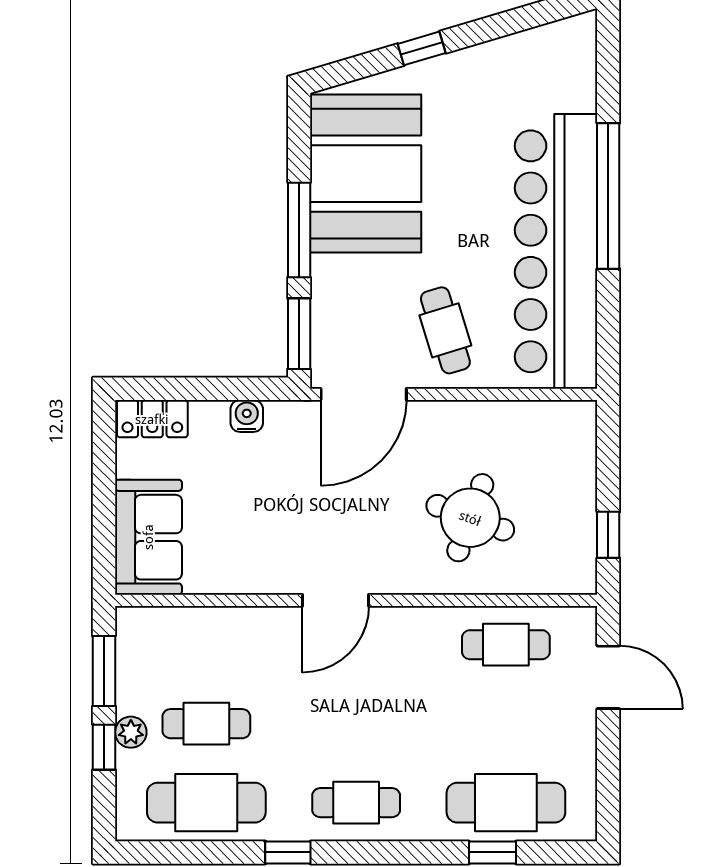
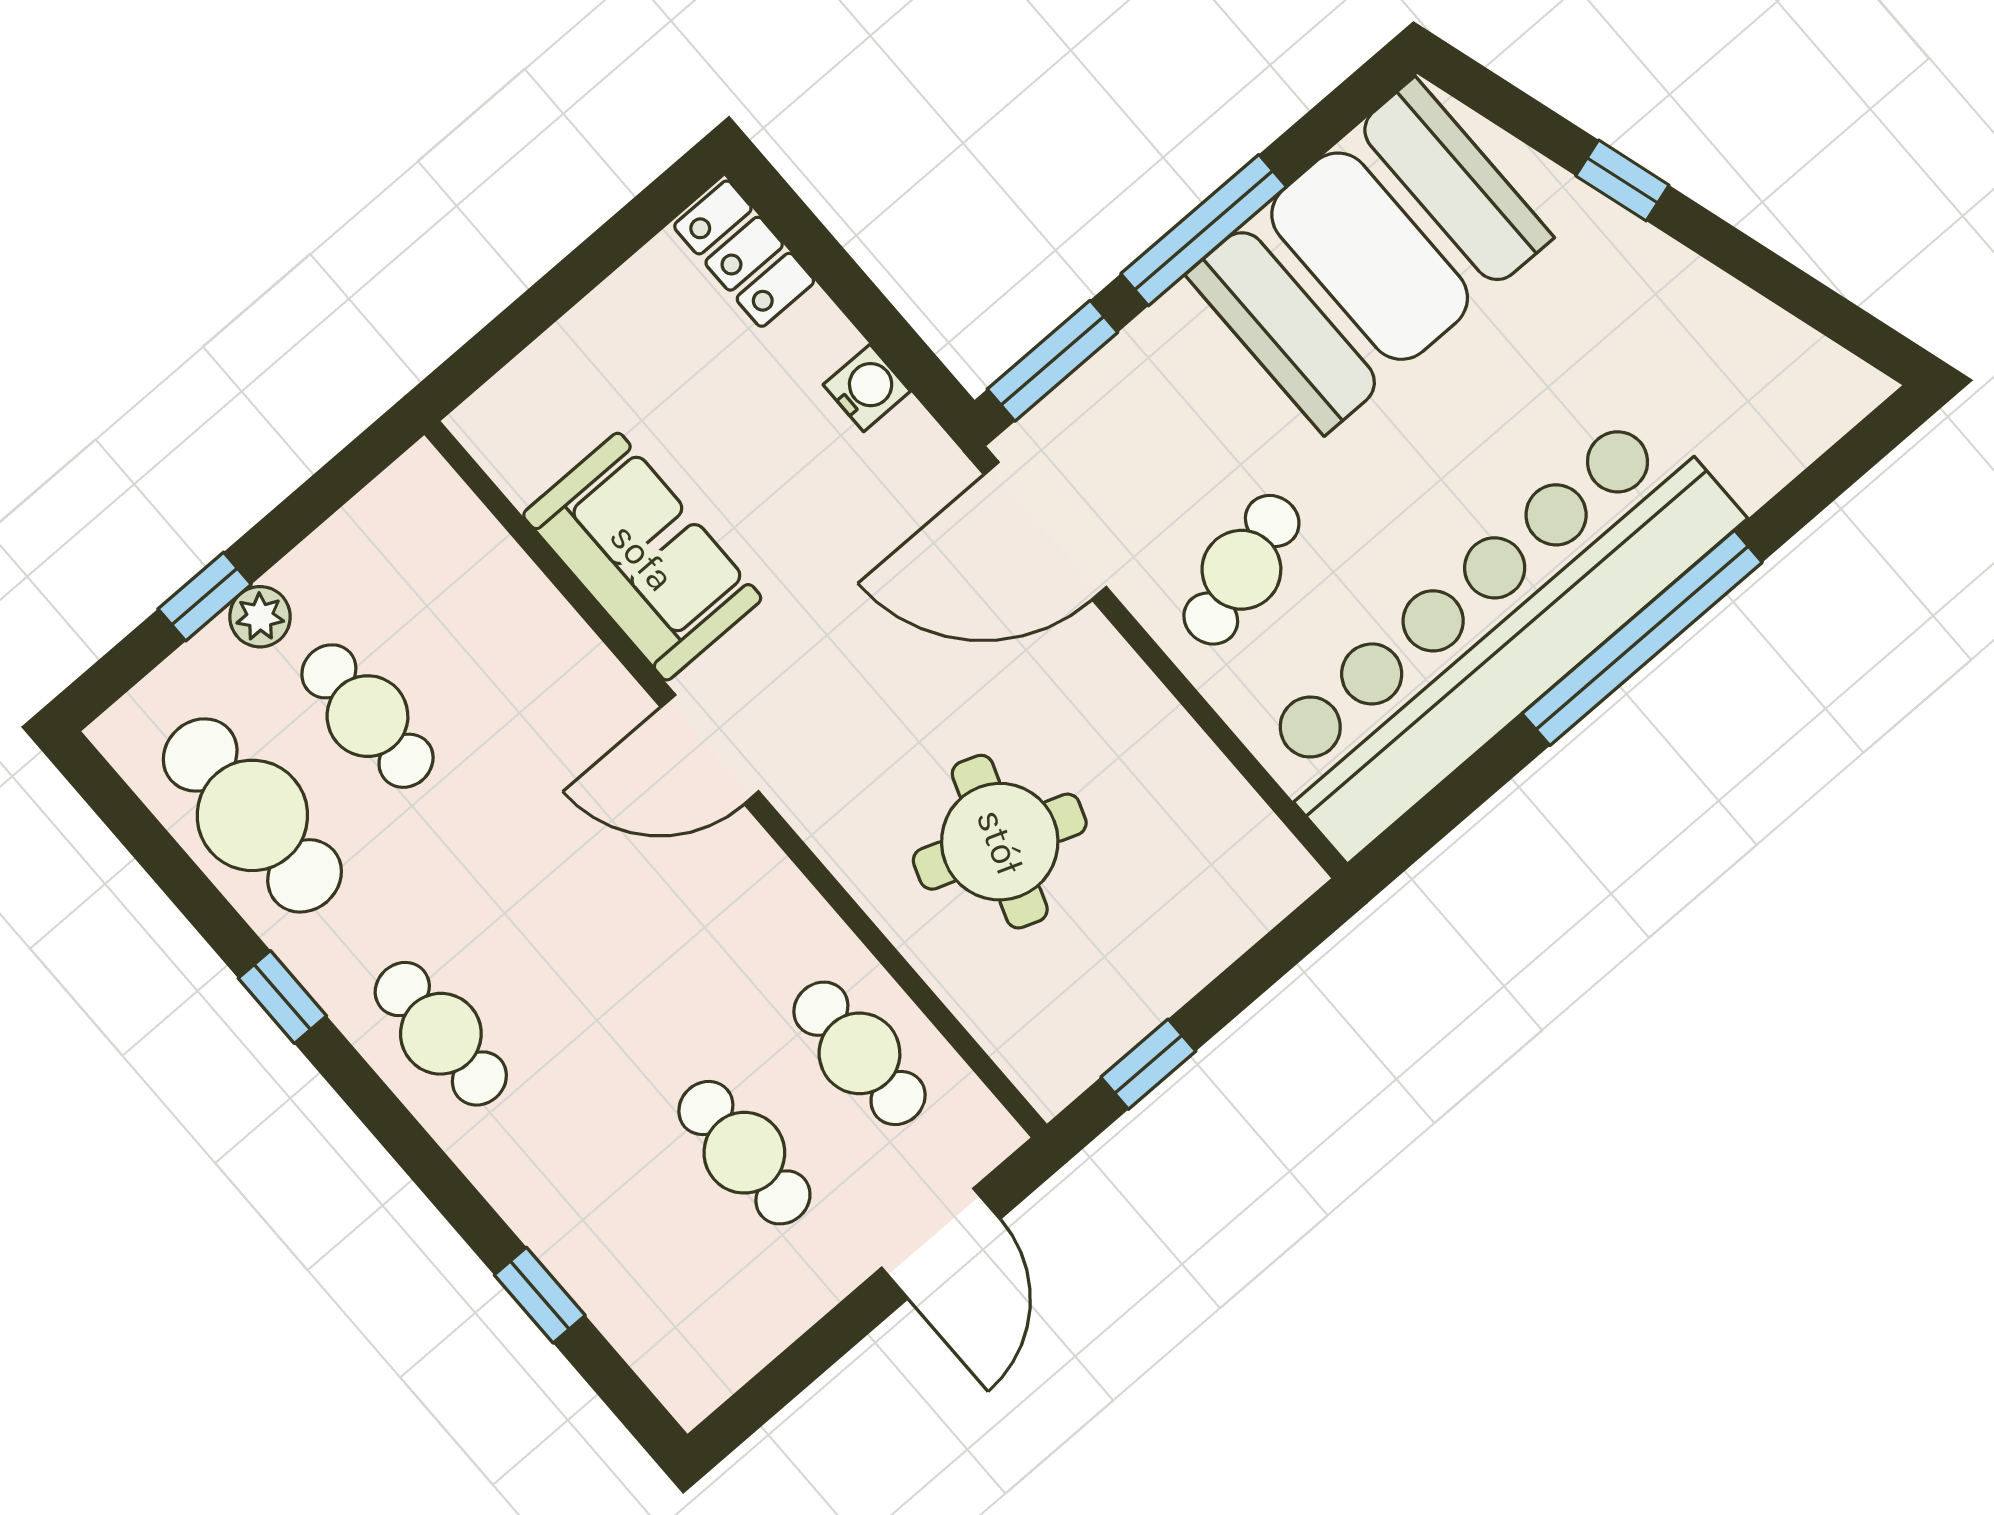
sofa: (148, 537) -> (642, 557), moved, turned -90
window: (104, 671) -> (316, 501), removed
cafe table: (506, 803) -> (744, 1153), moved, width x0.73, depth x0.74

